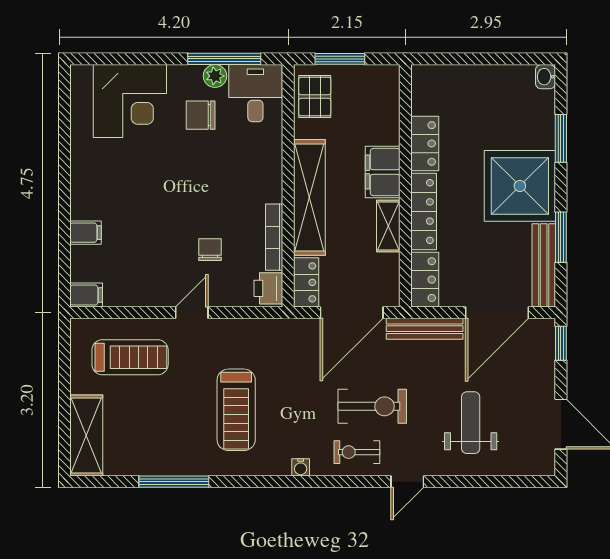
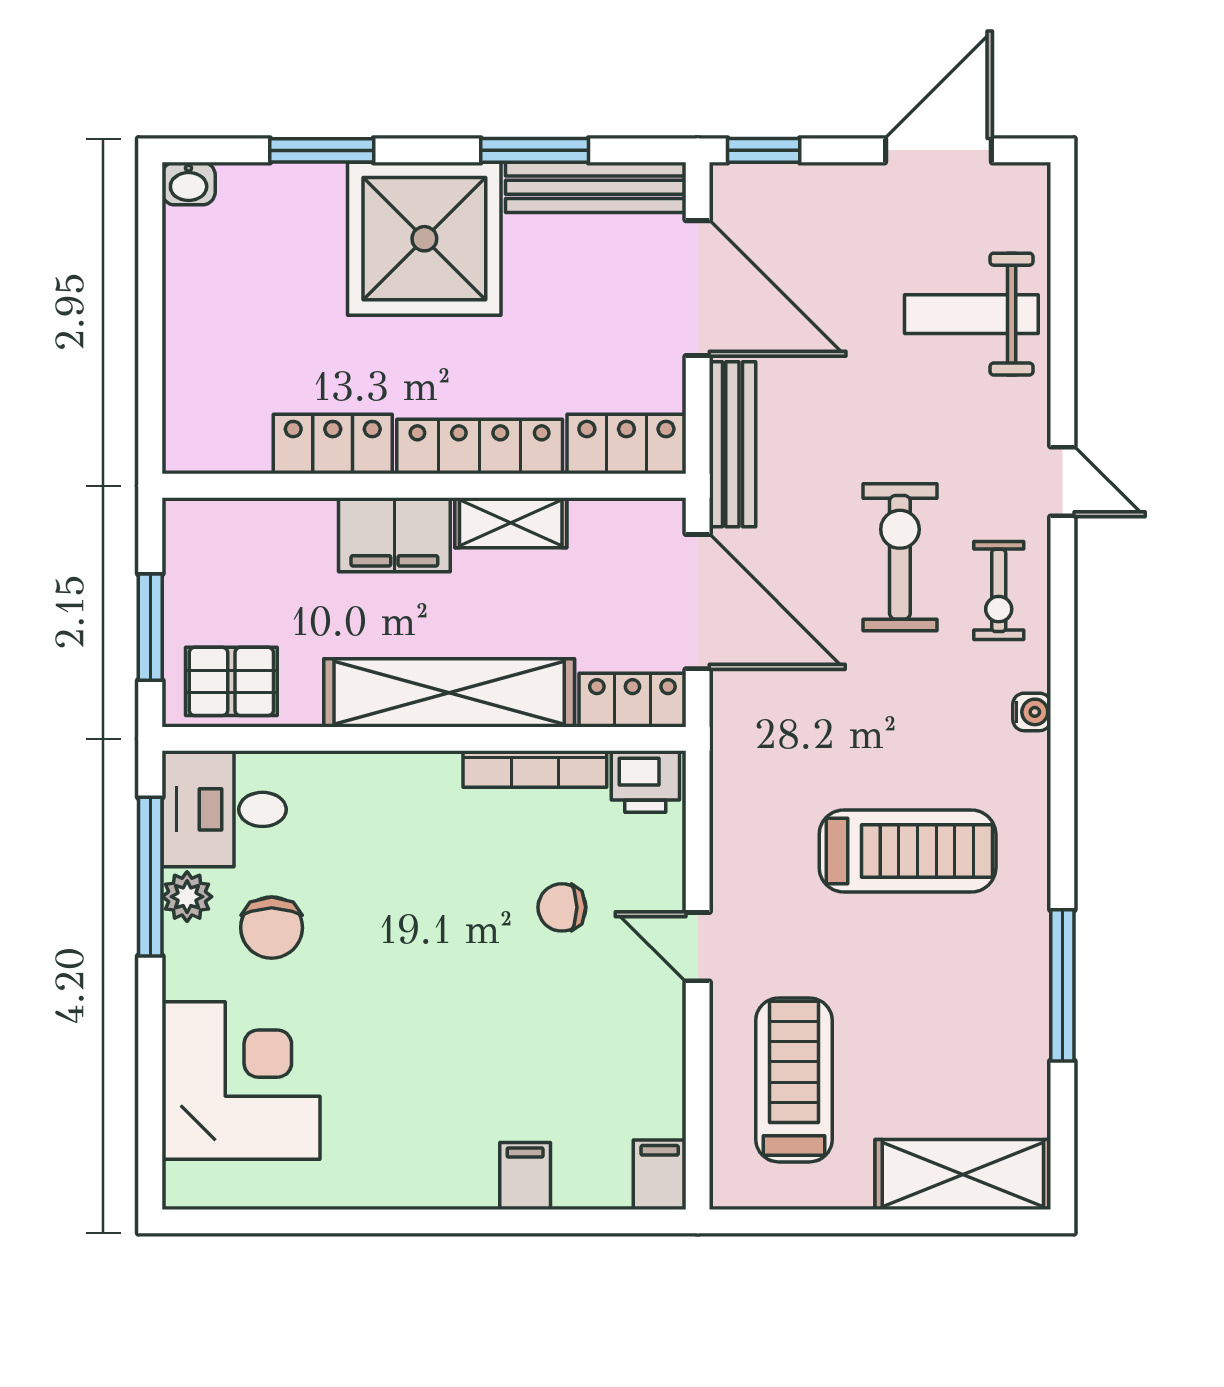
weight bench: (471, 423) -> (971, 314), moved

